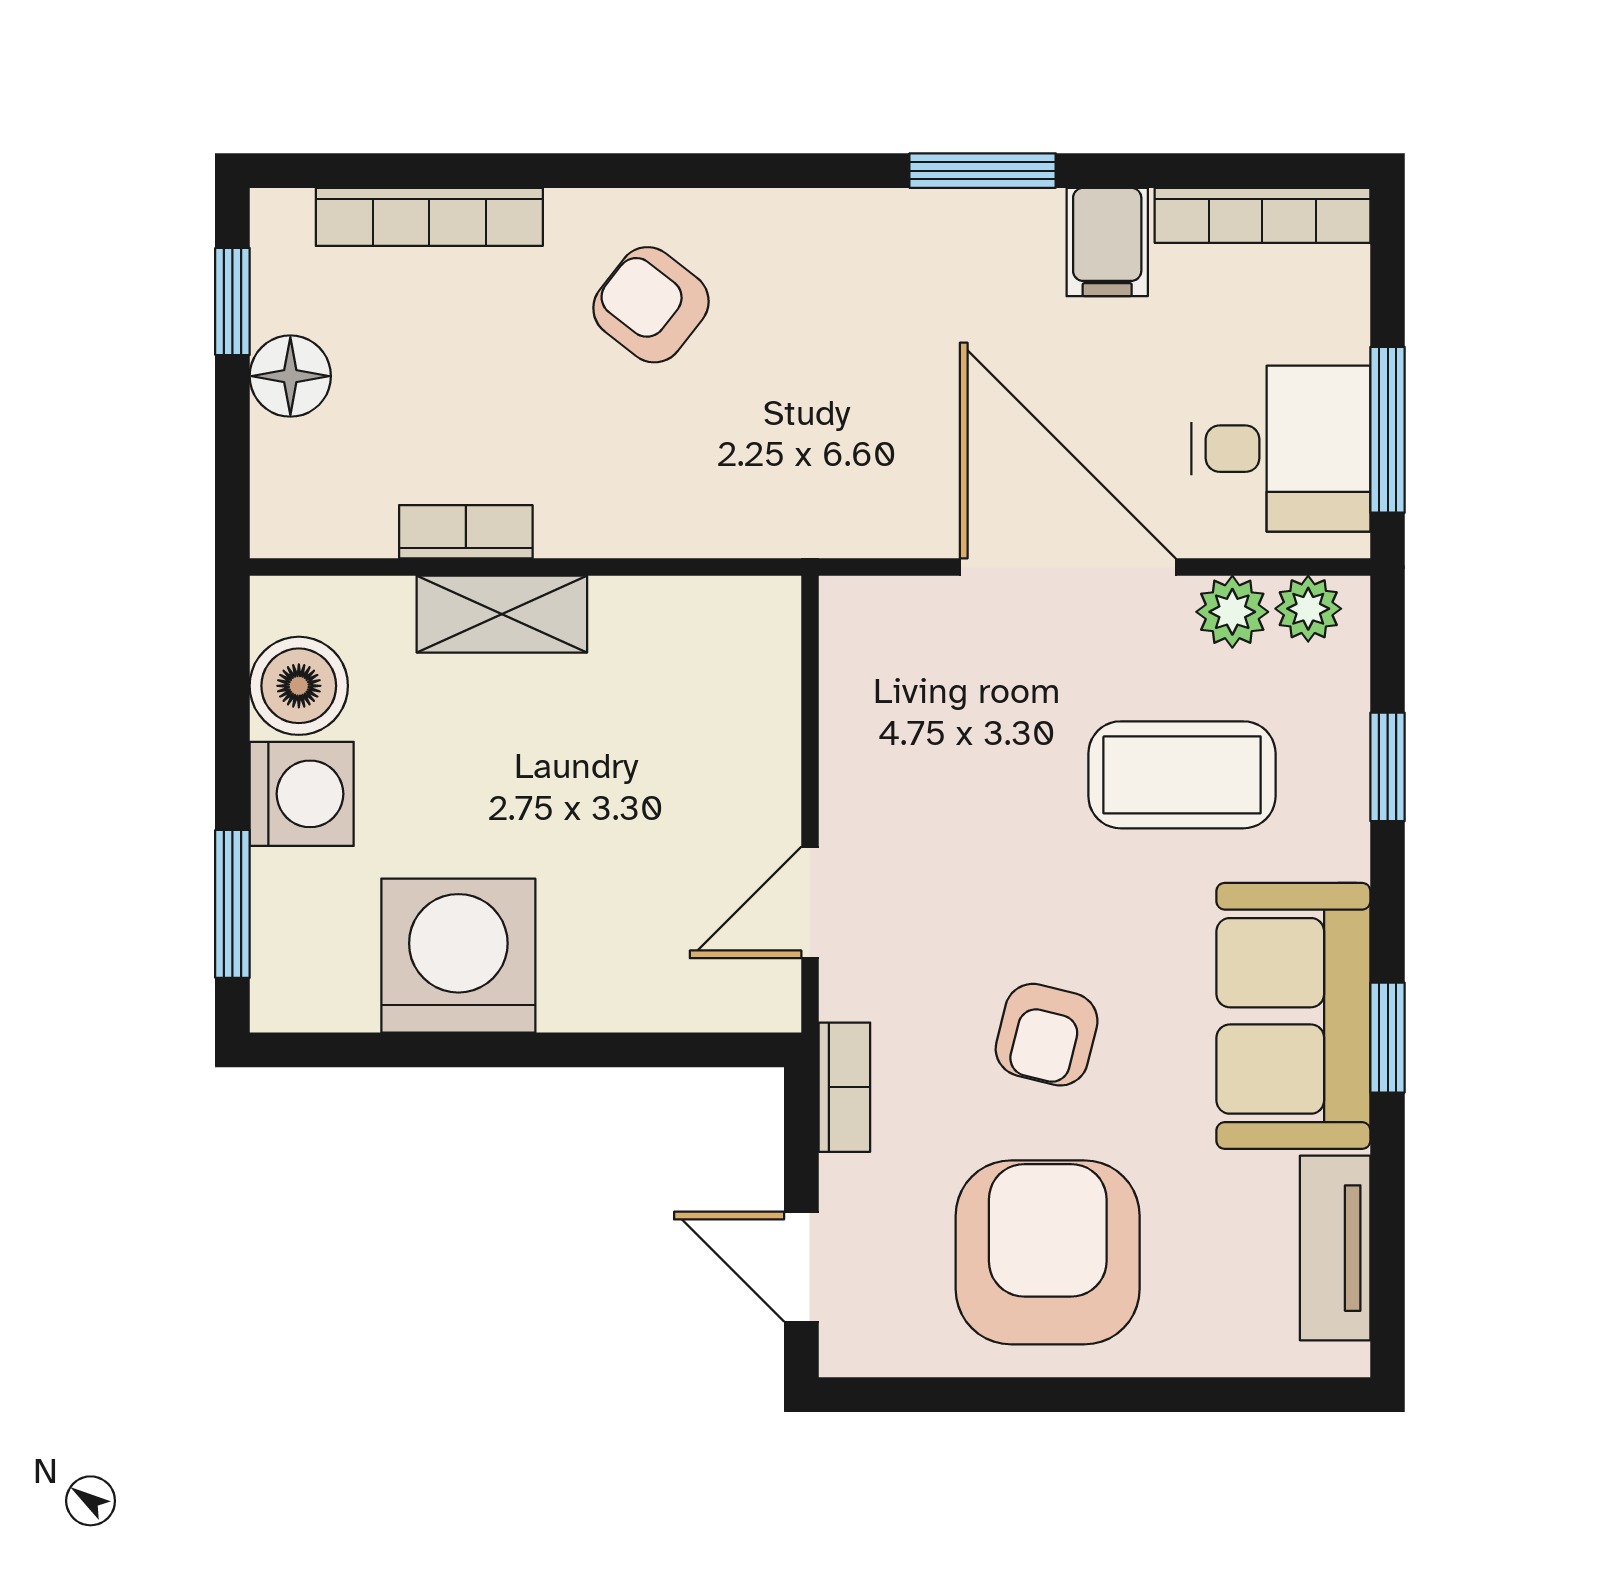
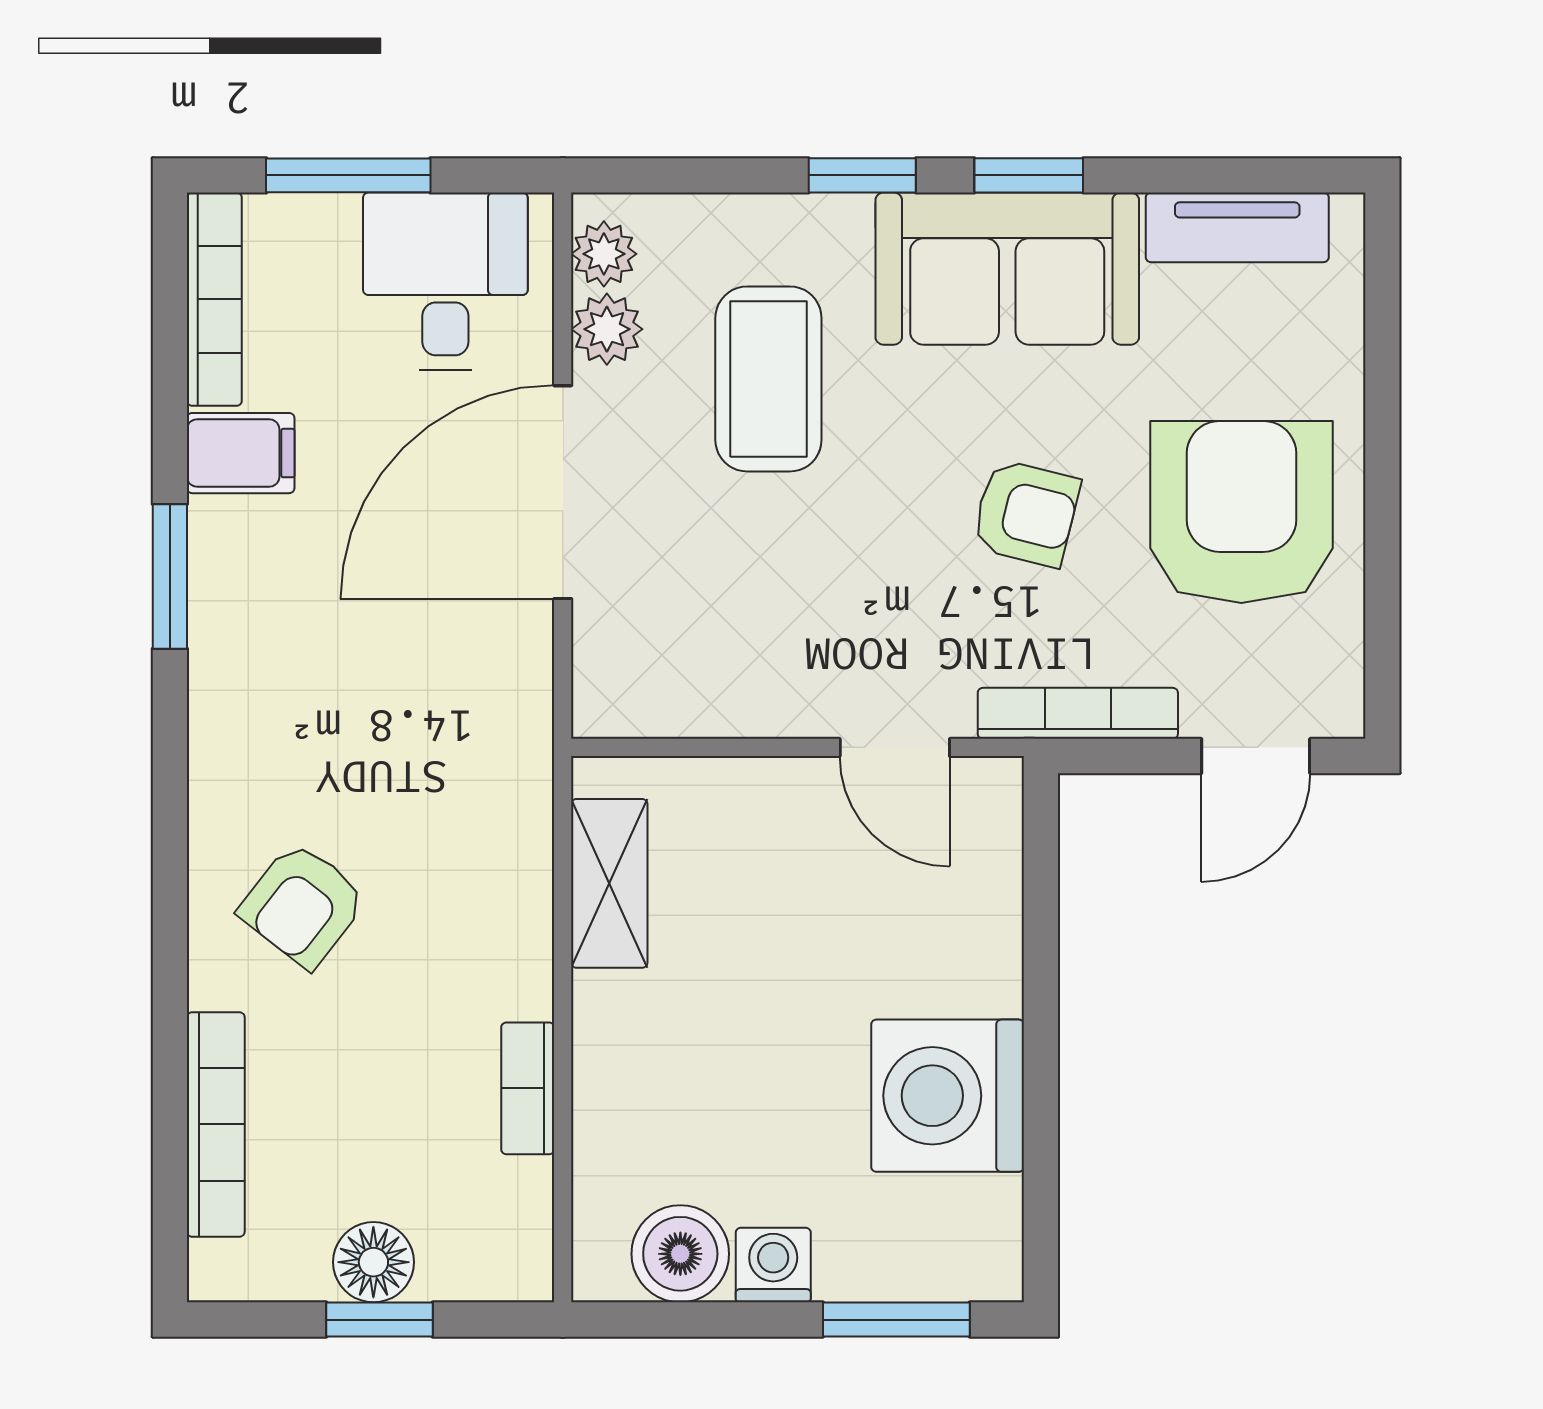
window: (232, 302) -> (379, 1320), moved
window: (1388, 430) -> (348, 175), moved
shelving: (502, 614) -> (609, 883), moved
window: (1388, 767) -> (862, 175), moved
washing machine: (302, 794) -> (773, 1265), width x0.73, depth x0.73
bookcase: (844, 1087) -> (1078, 713), width x1.56
armchair: (1048, 1252) -> (1241, 512), turned 90

